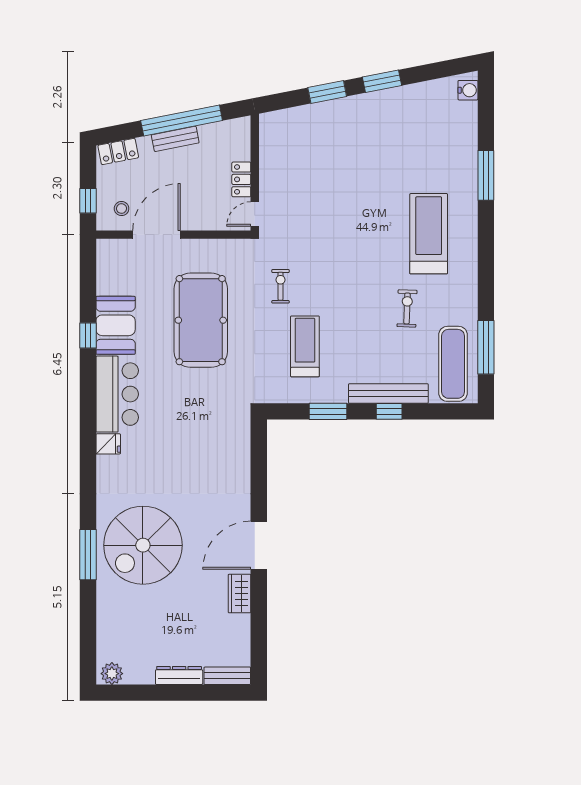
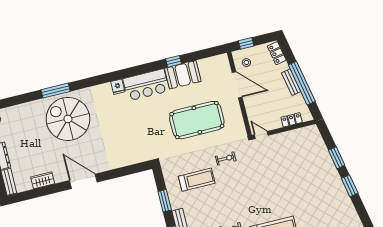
locker: (241, 179) -> (292, 120), moved
wardrobe: (239, 594) -> (43, 180), moved

